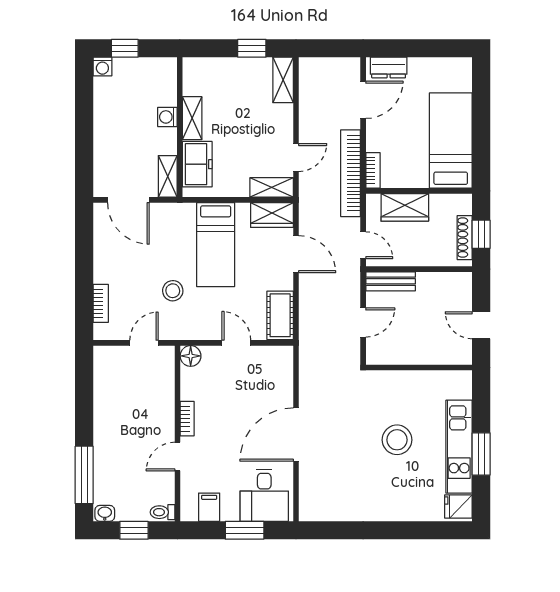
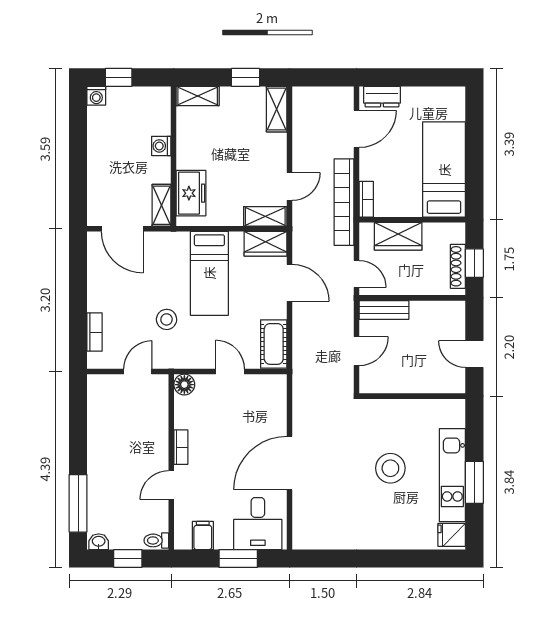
shelving: (192, 118) -> (198, 96), moved, turned 90

